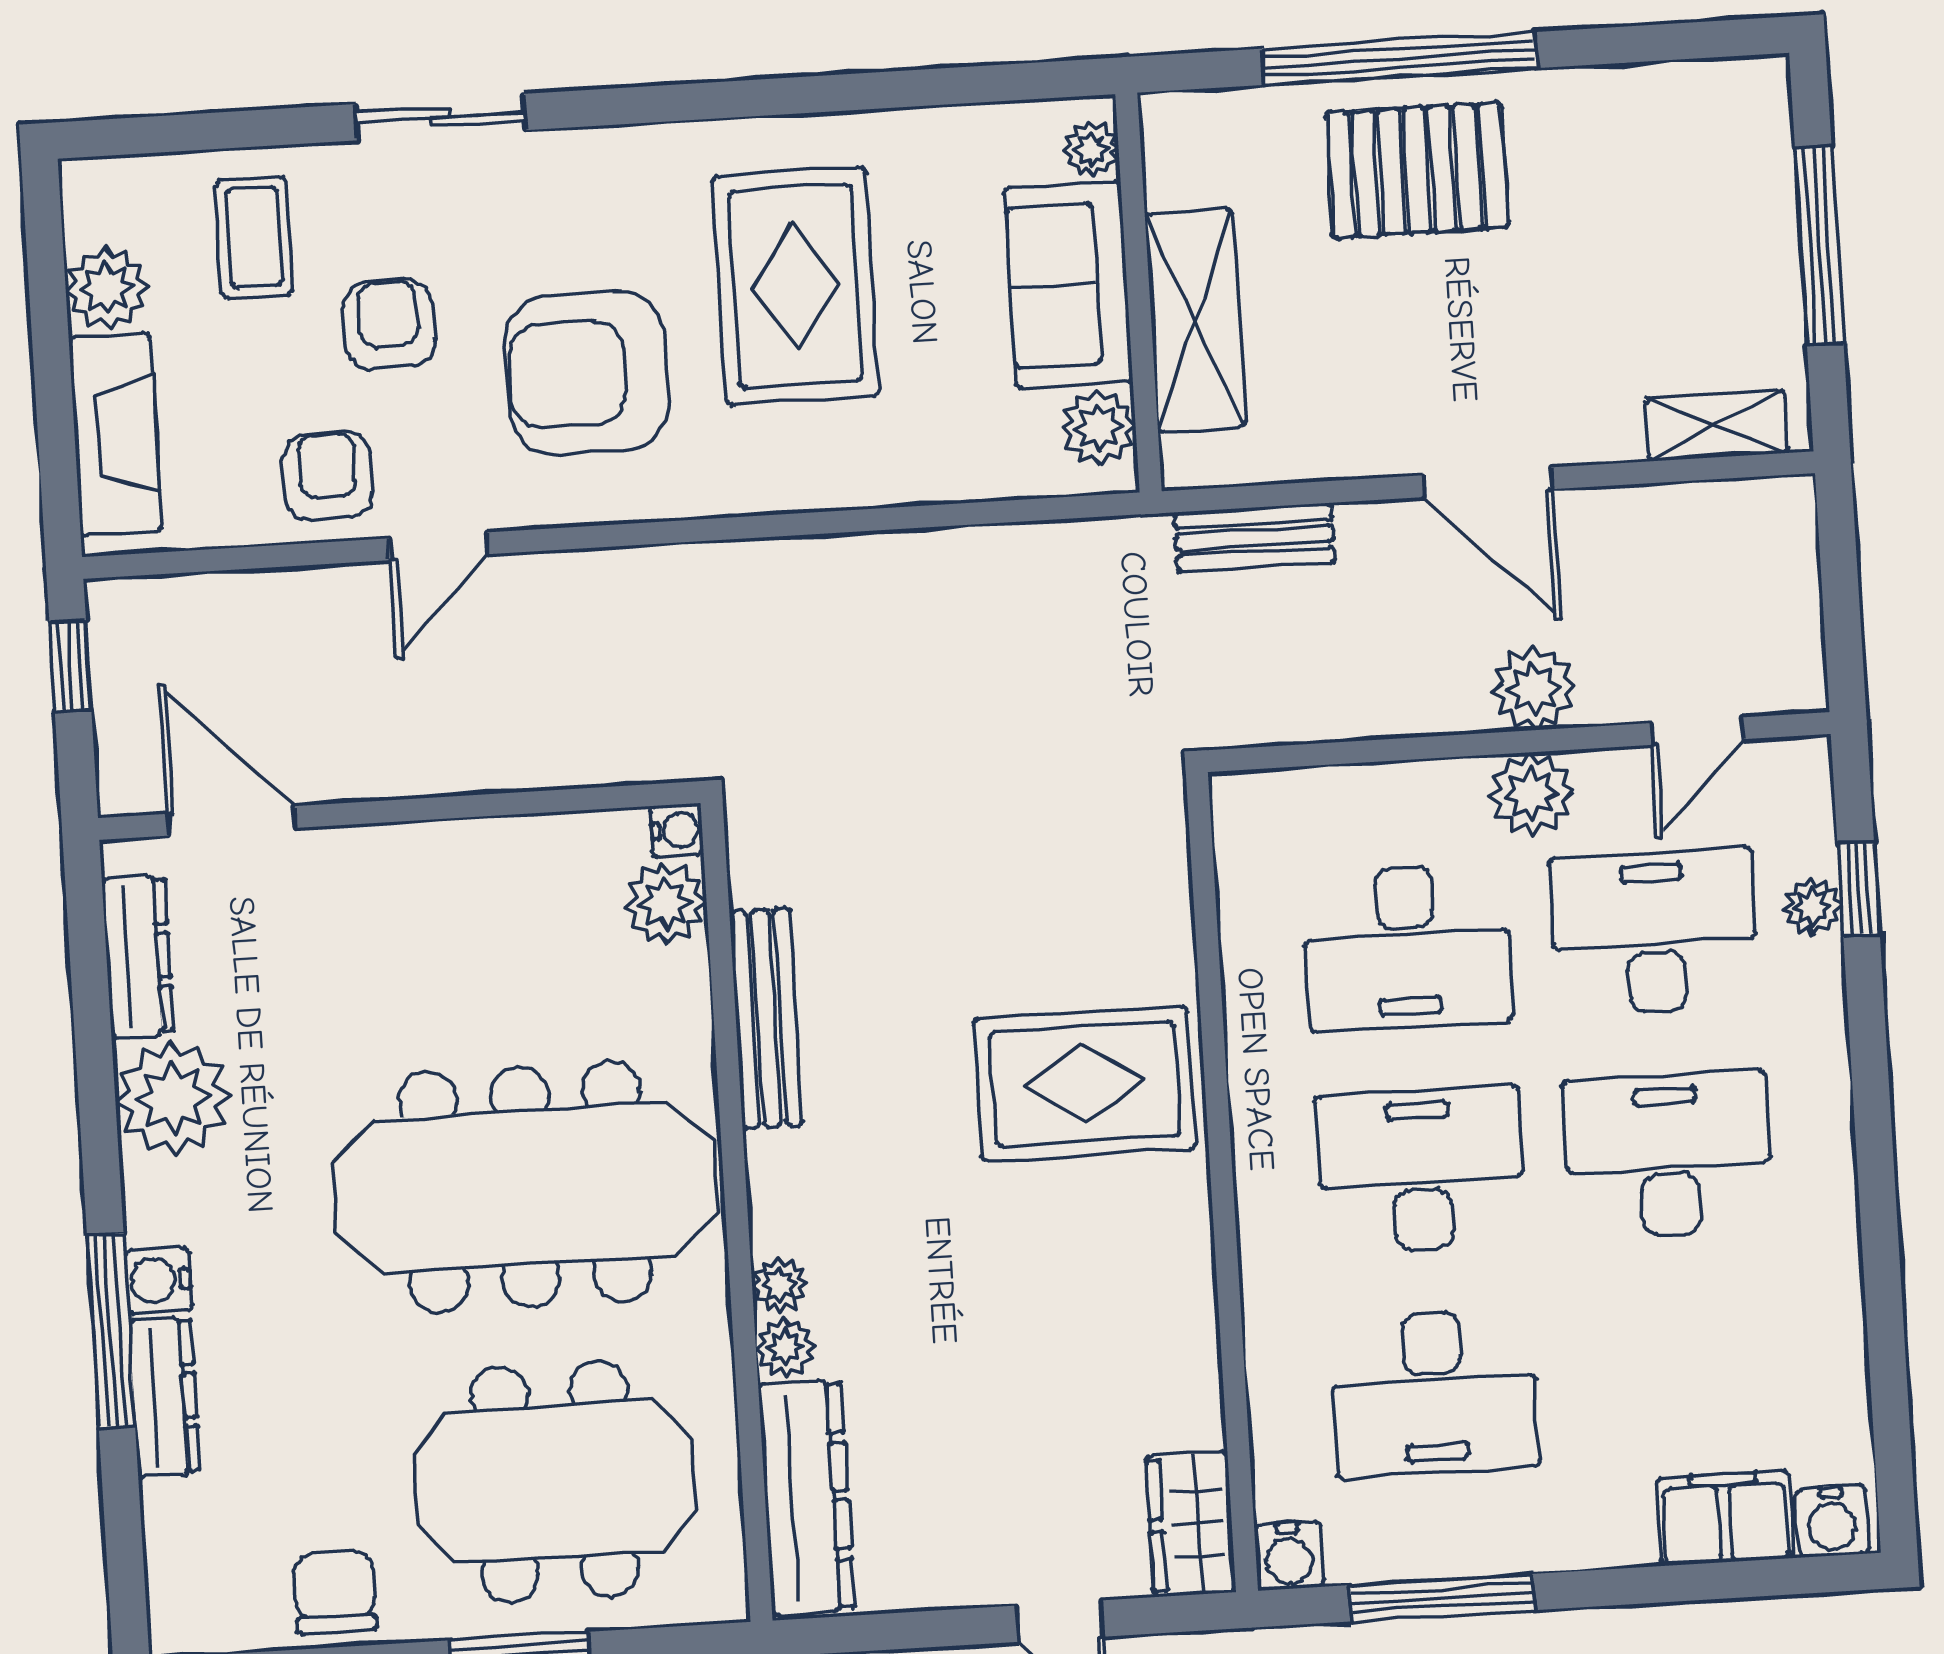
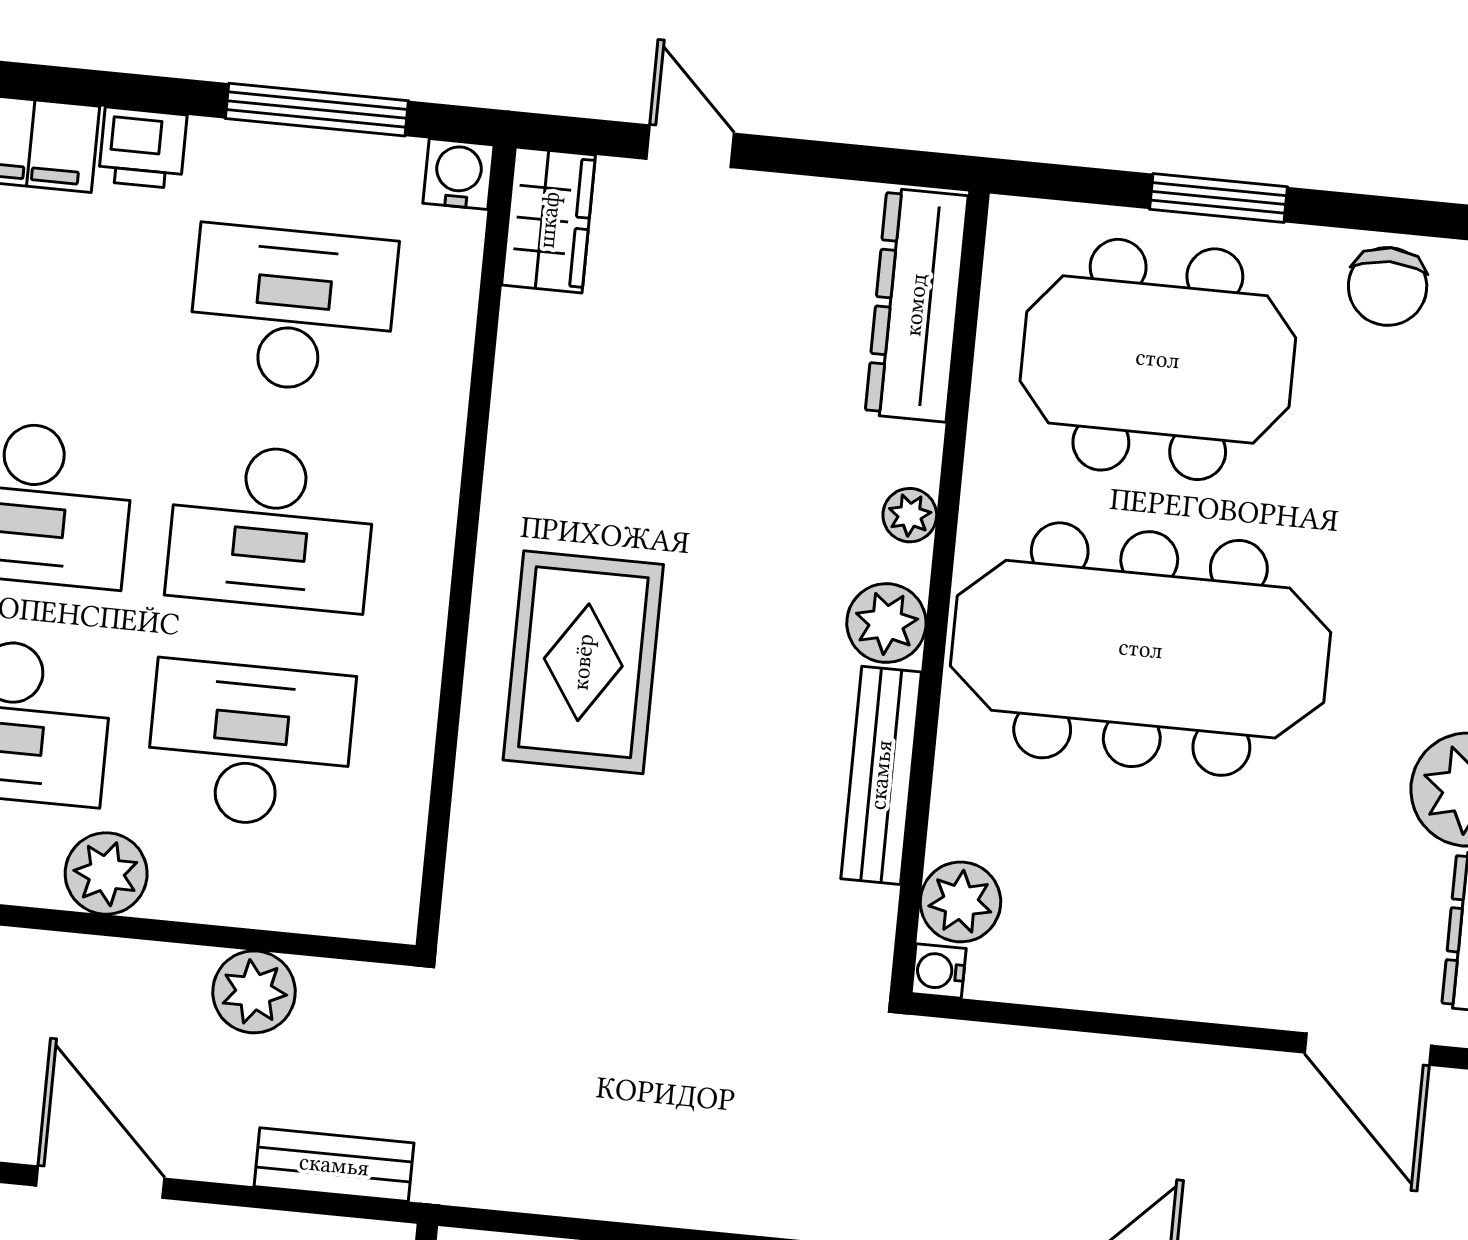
plant: (1534, 688) -> (254, 992), moved
rug: (1084, 1084) -> (583, 662), turned 90
plant: (785, 1347) -> (886, 623), moved, width x1.38, depth x1.38
printer: (1611, 1531) -> (143, 148), added

